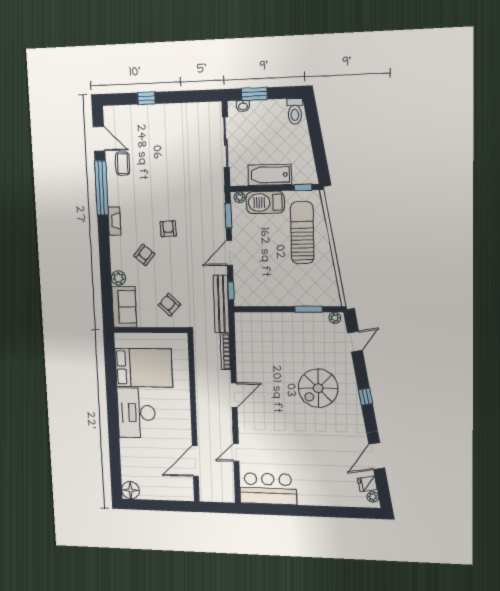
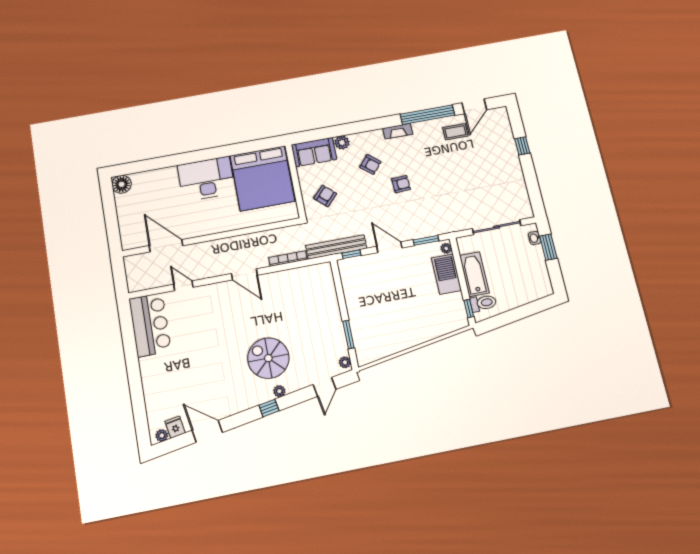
toilet: (295, 111) -> (483, 303), moved, turned 180
sun lounger: (302, 233) -> (424, 315), removed
door: (355, 342) -> (325, 387), hinge flipped
bed: (144, 368) -> (262, 178), width x1.36
plant: (351, 384) -> (279, 391), added

